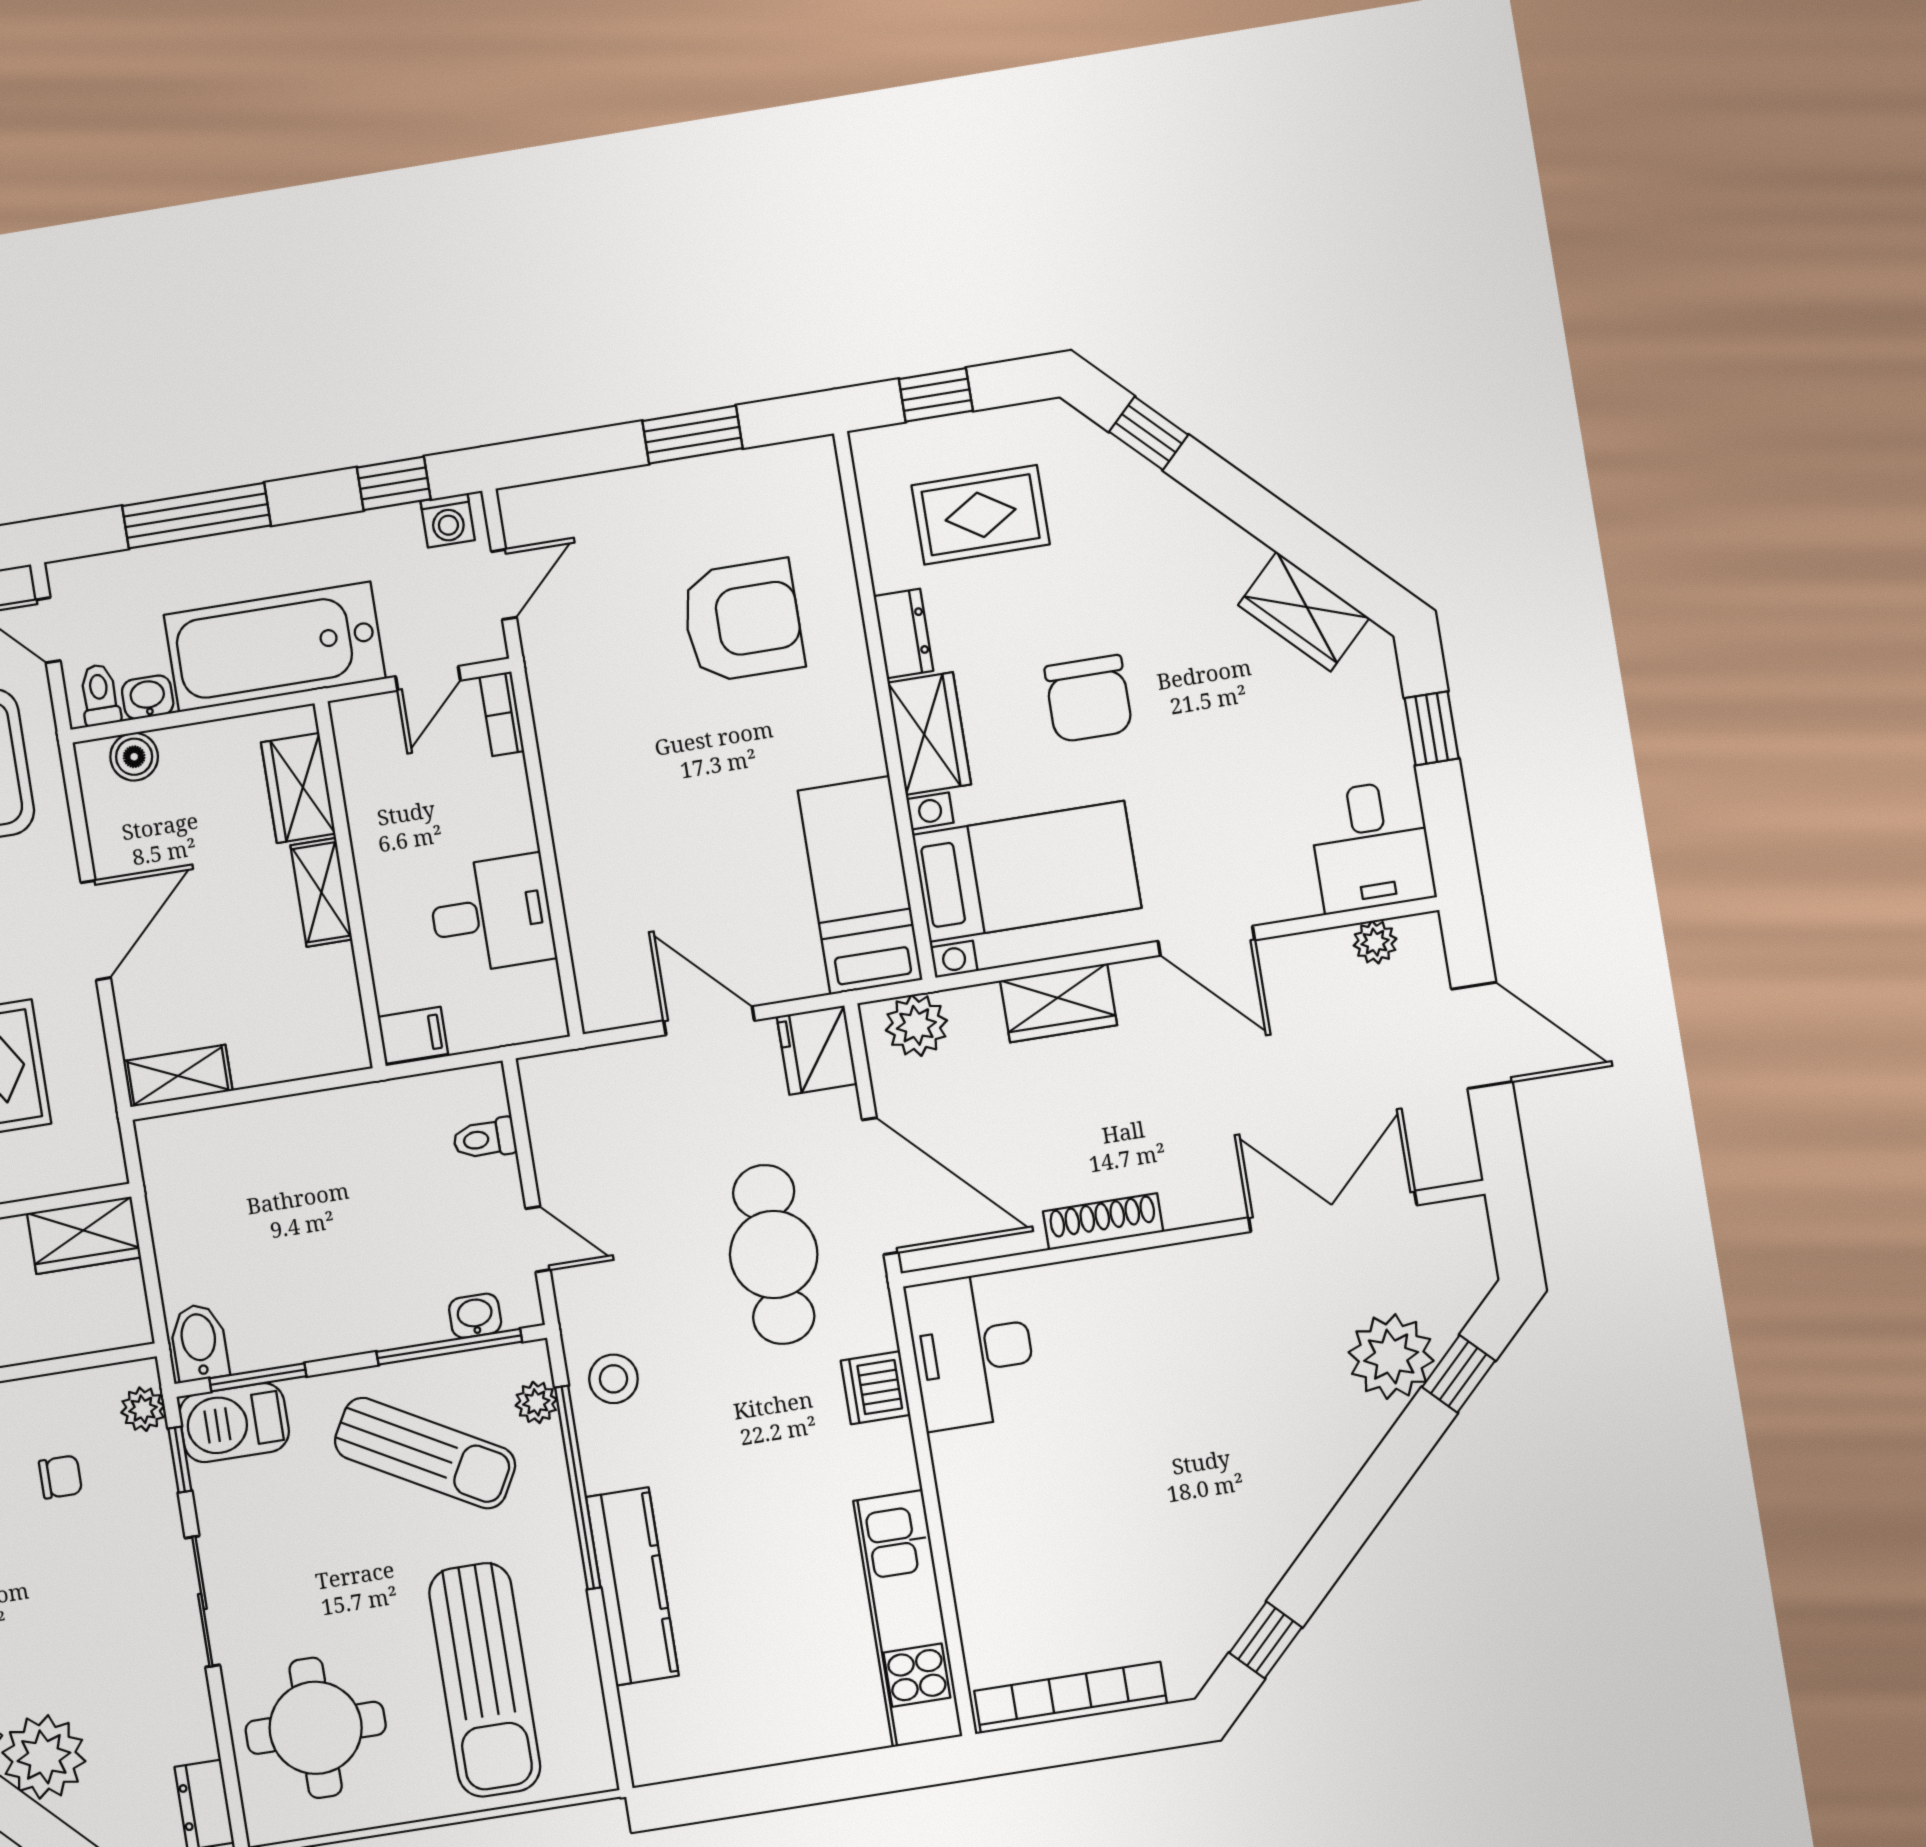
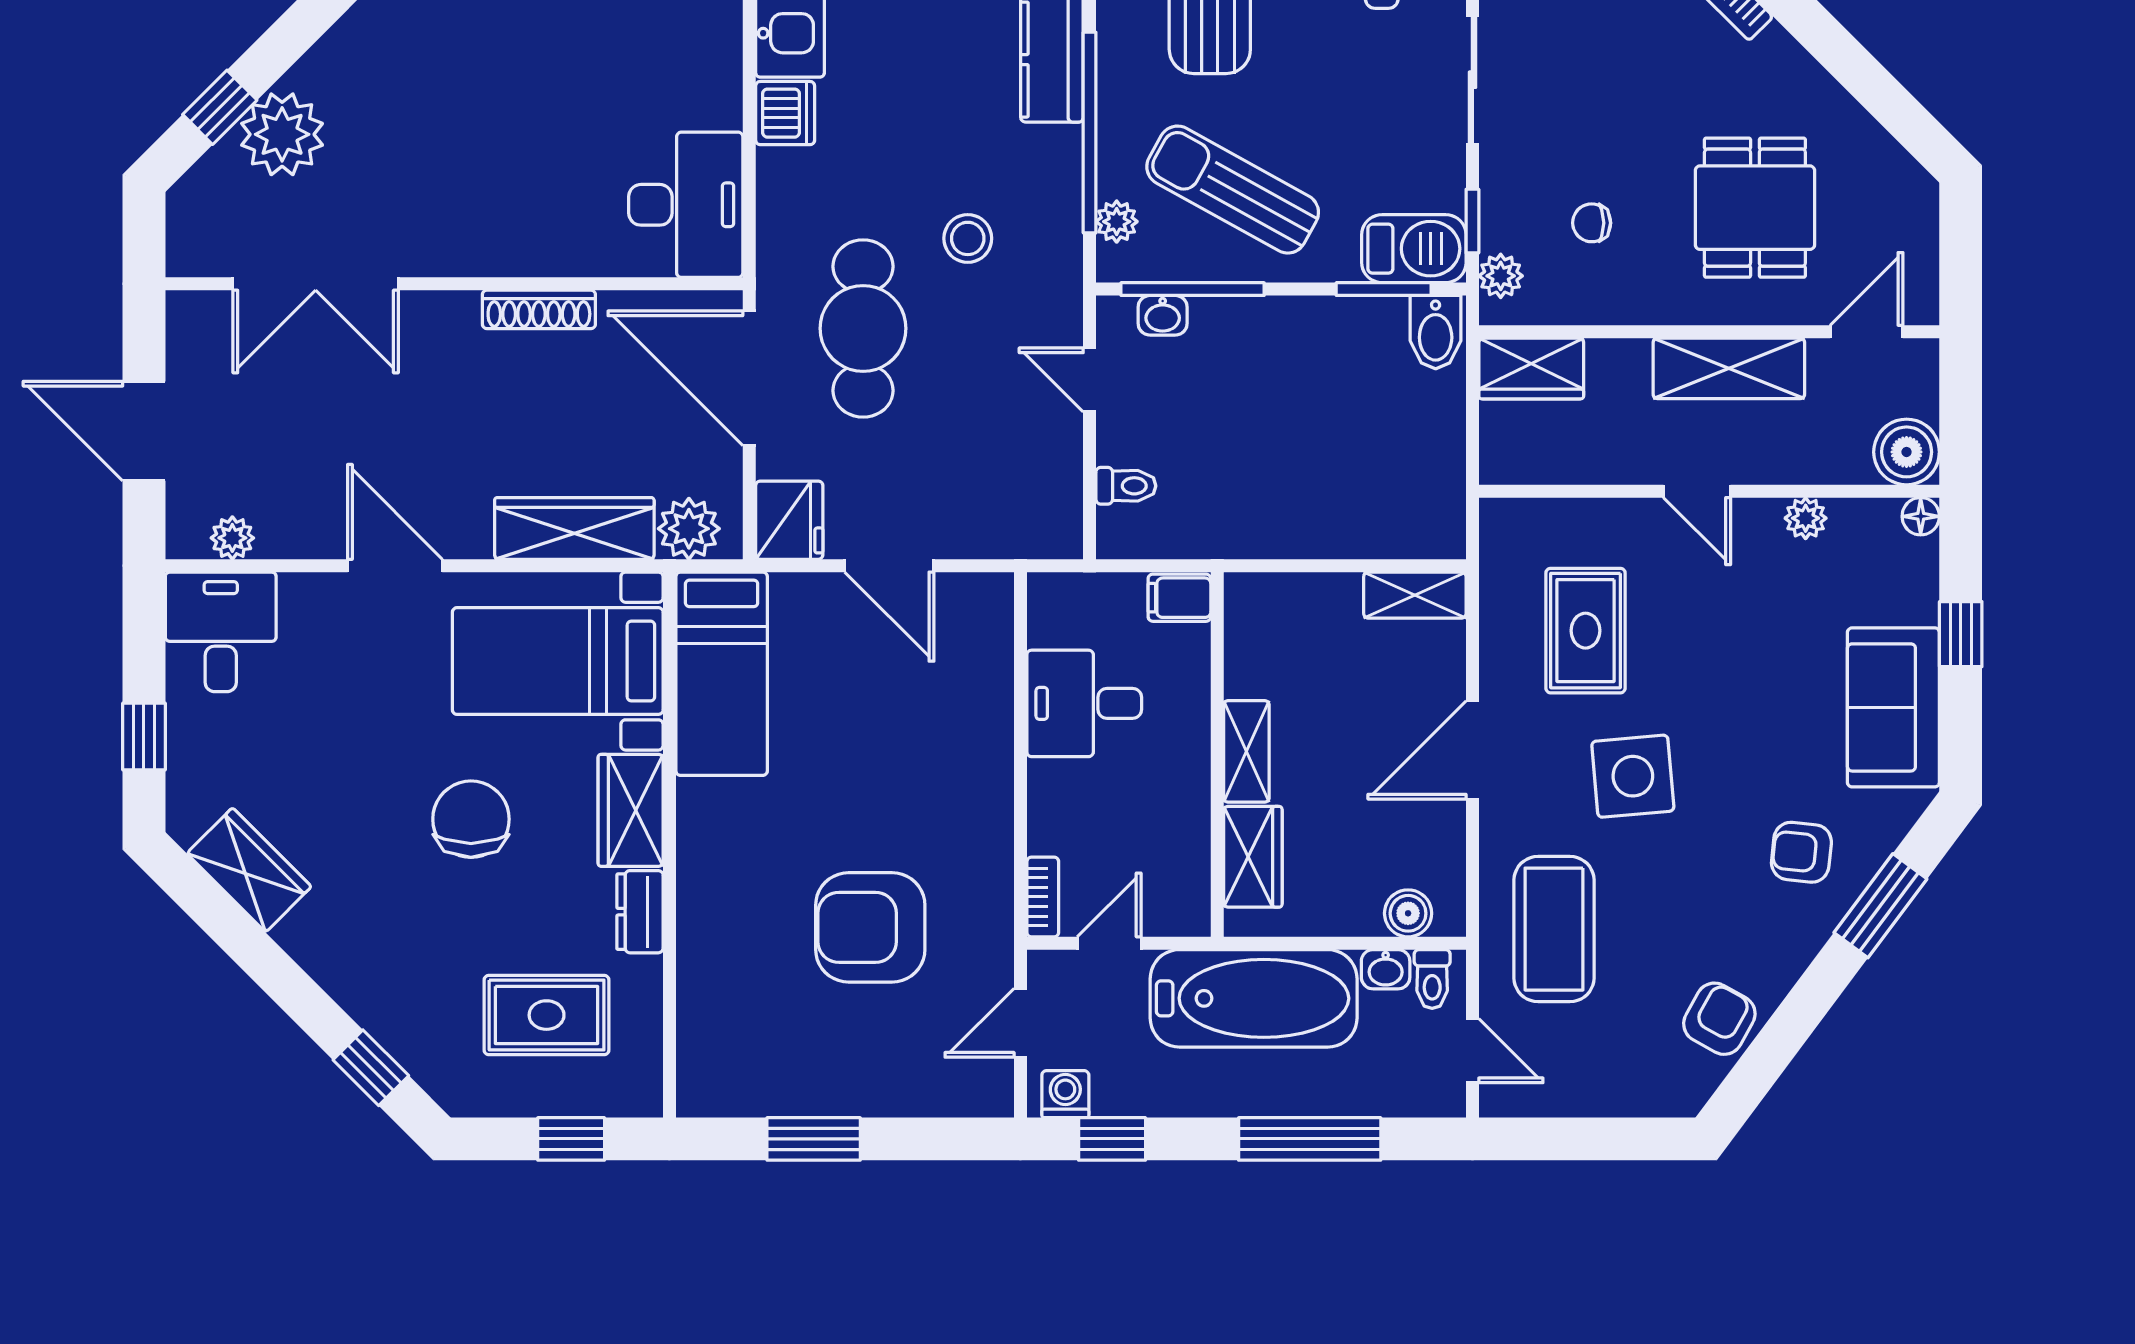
armchair: (742, 621) -> (870, 927), moved
wardrobe: (1059, 1003) -> (574, 528), width x1.50
wardrobe: (84, 1235) -> (1531, 368), moved, turned 180
stool: (613, 1379) -> (968, 238), moved
dishwasher: (876, 1388) -> (785, 113), moved

